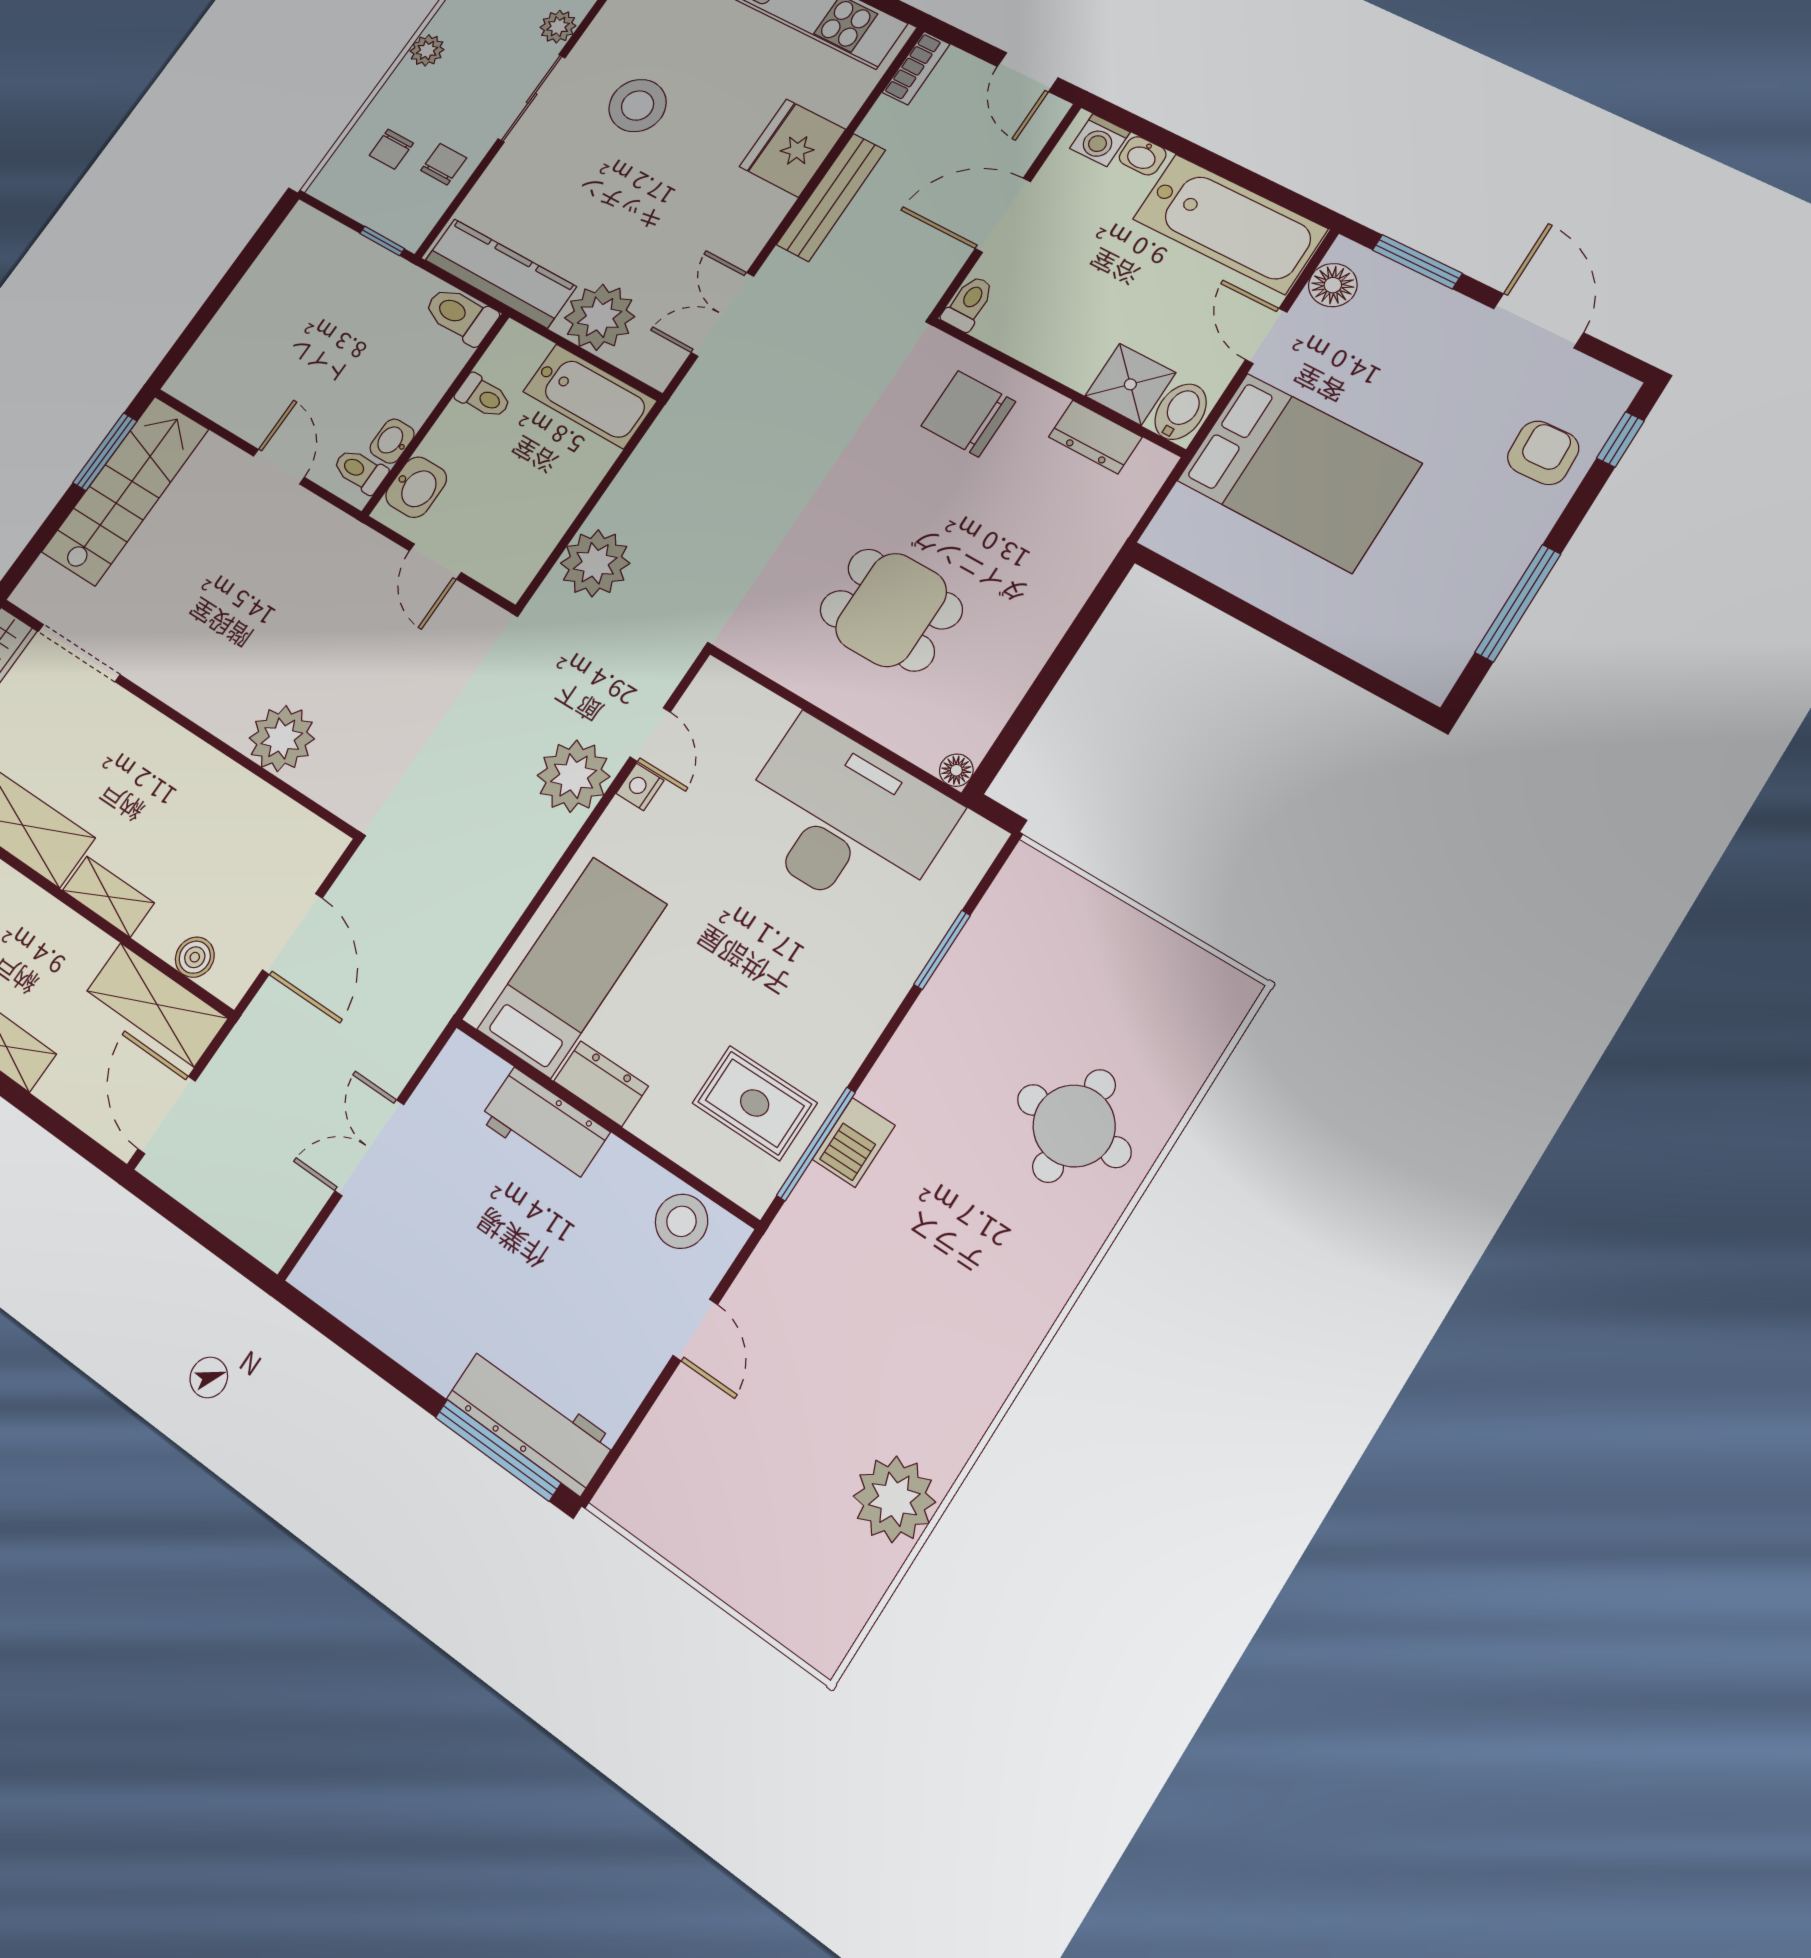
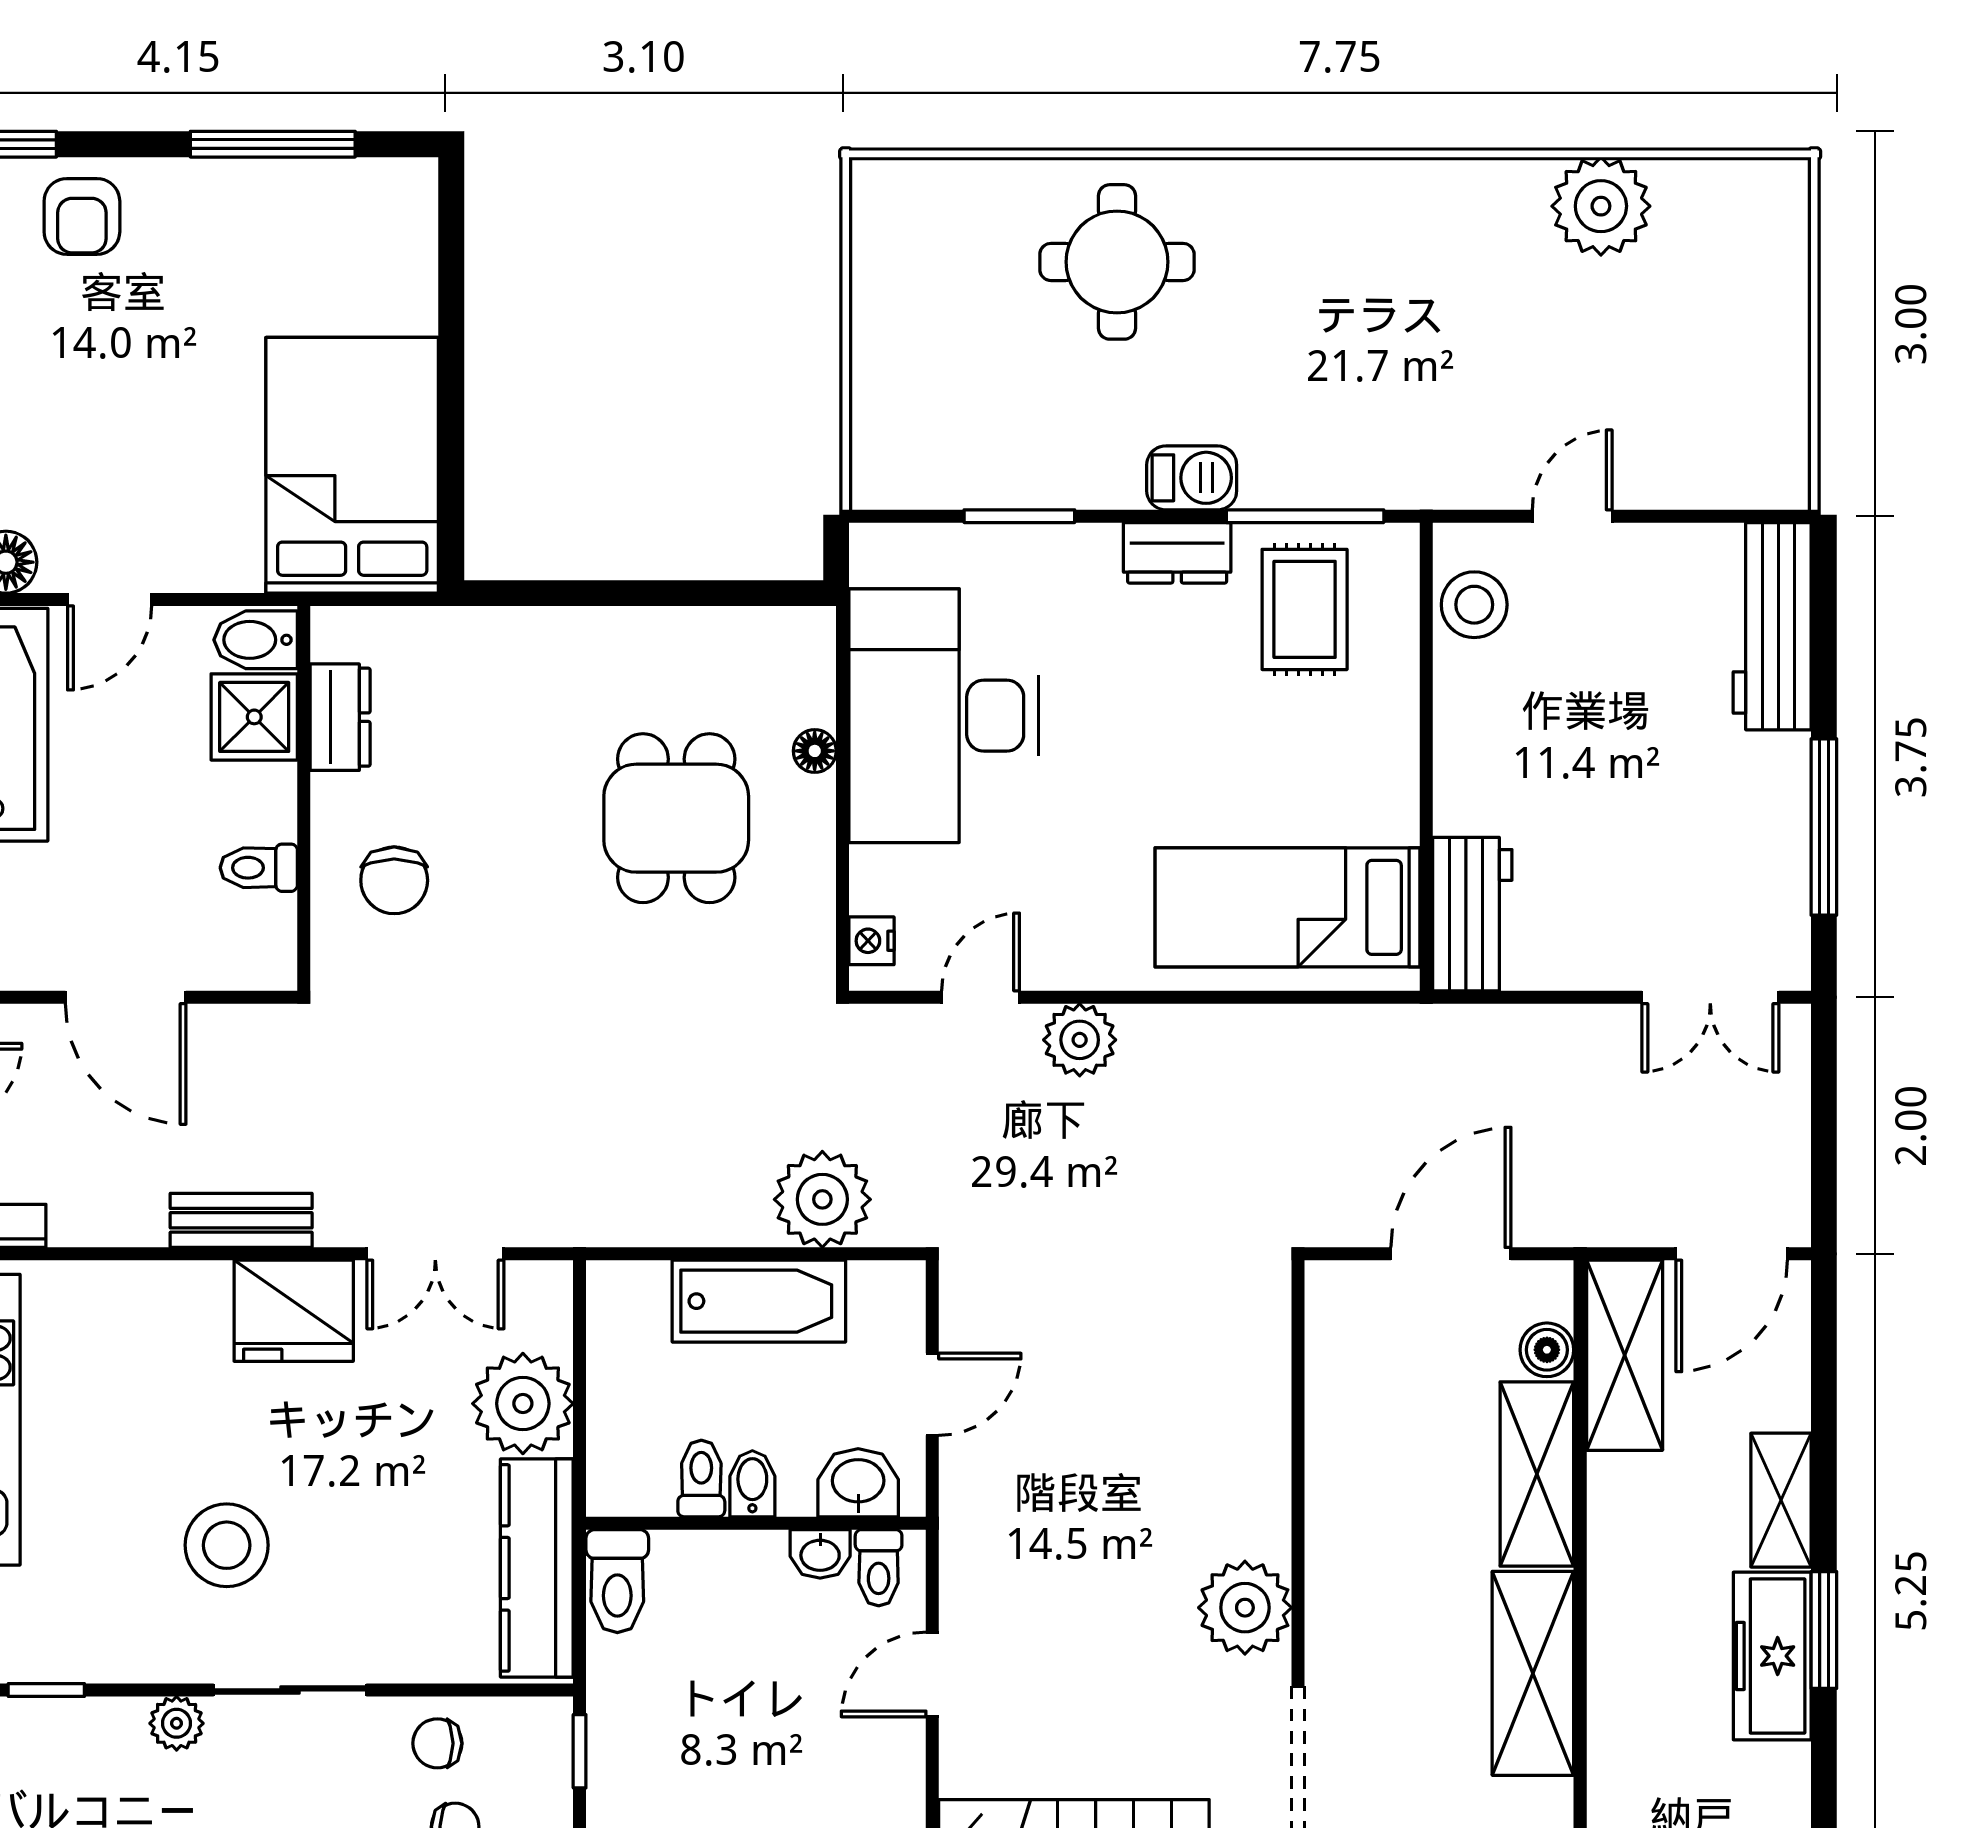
fridge: (792, 148) -> (294, 1311), moved
bench: (831, 197) -> (241, 1220), width x0.73
toilet: (968, 303) -> (259, 868), moved
bathtub: (590, 396) -> (759, 1301), moved, turned 90
chair: (968, 414) -> (394, 880), width x0.73, depth x0.73
bidet: (460, 425) -> (752, 1484), added
armchair: (1543, 453) -> (82, 216), turned -88
bed: (1299, 472) -> (352, 465), moved
plant: (282, 738) -> (1245, 1608), moved
floor lamp: (956, 770) -> (815, 751), moved
plant: (574, 776) -> (1080, 1040), width x0.73, depth x0.73
nightstand: (640, 787) -> (872, 941), moved, turned 90
shelving: (108, 897) -> (1537, 1474), width x1.50, depth x1.33
dresser: (601, 1084) -> (1177, 553), moved, turned -90
workbench: (544, 1126) -> (1472, 914), moved
barbecue: (854, 1142) -> (1192, 478), moved
double door: (369, 1148) -> (1710, 997), moved
window: (498, 1450) -> (1824, 827), moved

